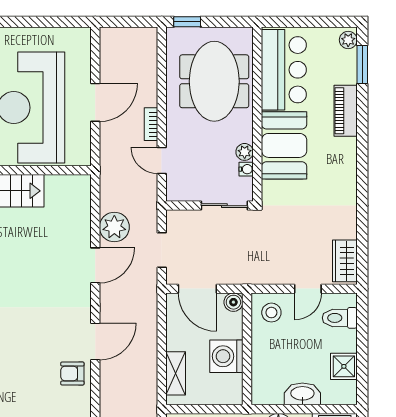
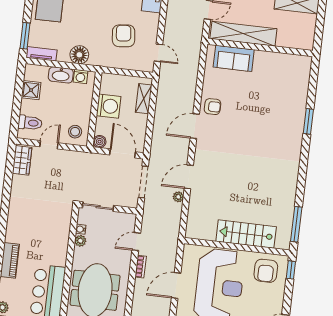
booth: (284, 145) -> (54, 242), removed
door: (162, 160) -> (136, 242), swing flipped
plant: (114, 227) -> (178, 197), width x0.53, depth x0.53
doorway: (162, 250) -> (143, 182), width x1.38
washing machine: (273, 395) -> (81, 76), added

